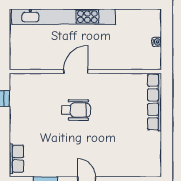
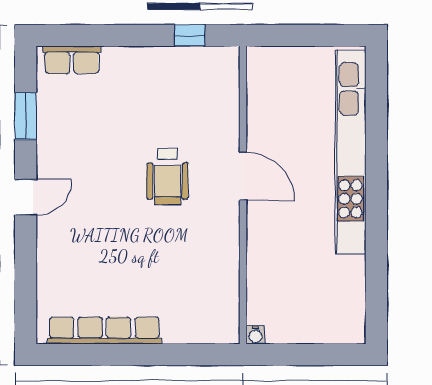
water cooler: (157, 42) -> (256, 335), moved
row of seats: (155, 102) -> (104, 331), moved

